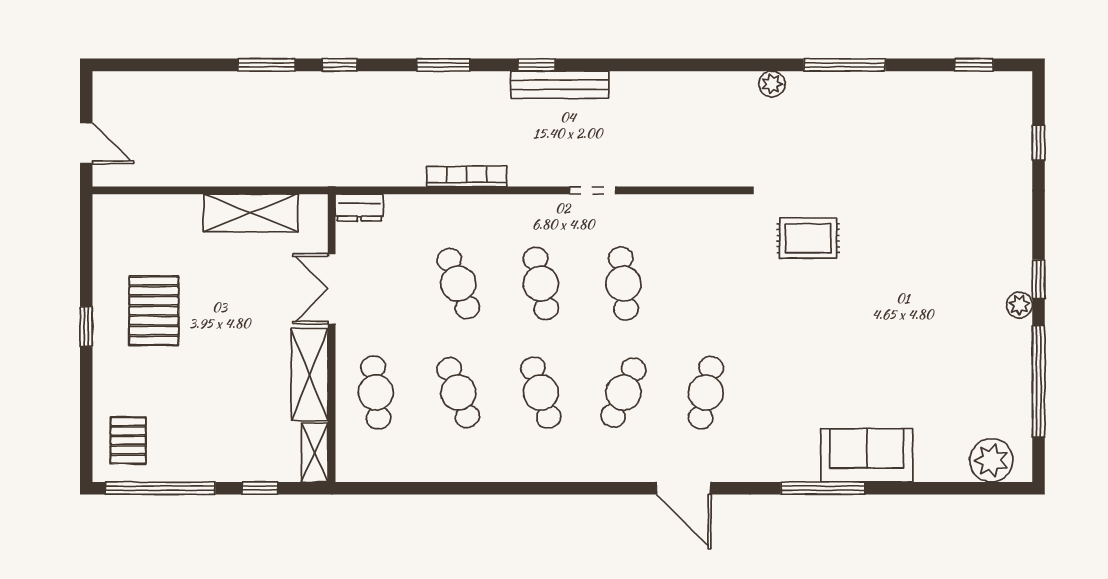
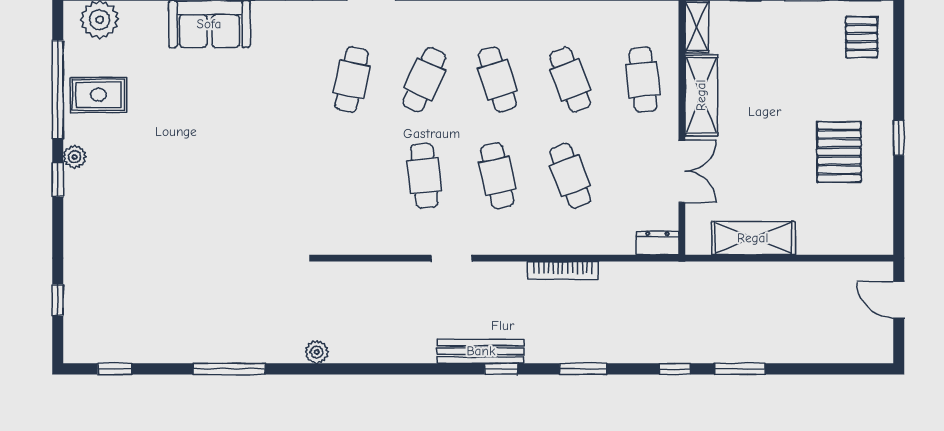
plant: (772, 84) -> (317, 352), moved
rug: (808, 238) -> (99, 95), moved

